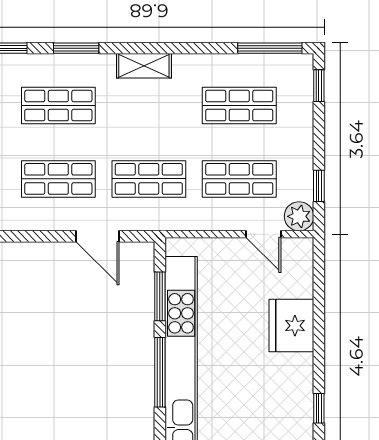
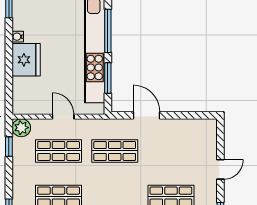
shop shelf: (58, 179) -> (171, 151), removed
door: (263, 234) -> (63, 117), moved
water cooler: (305, 363) -> (18, 37), added

